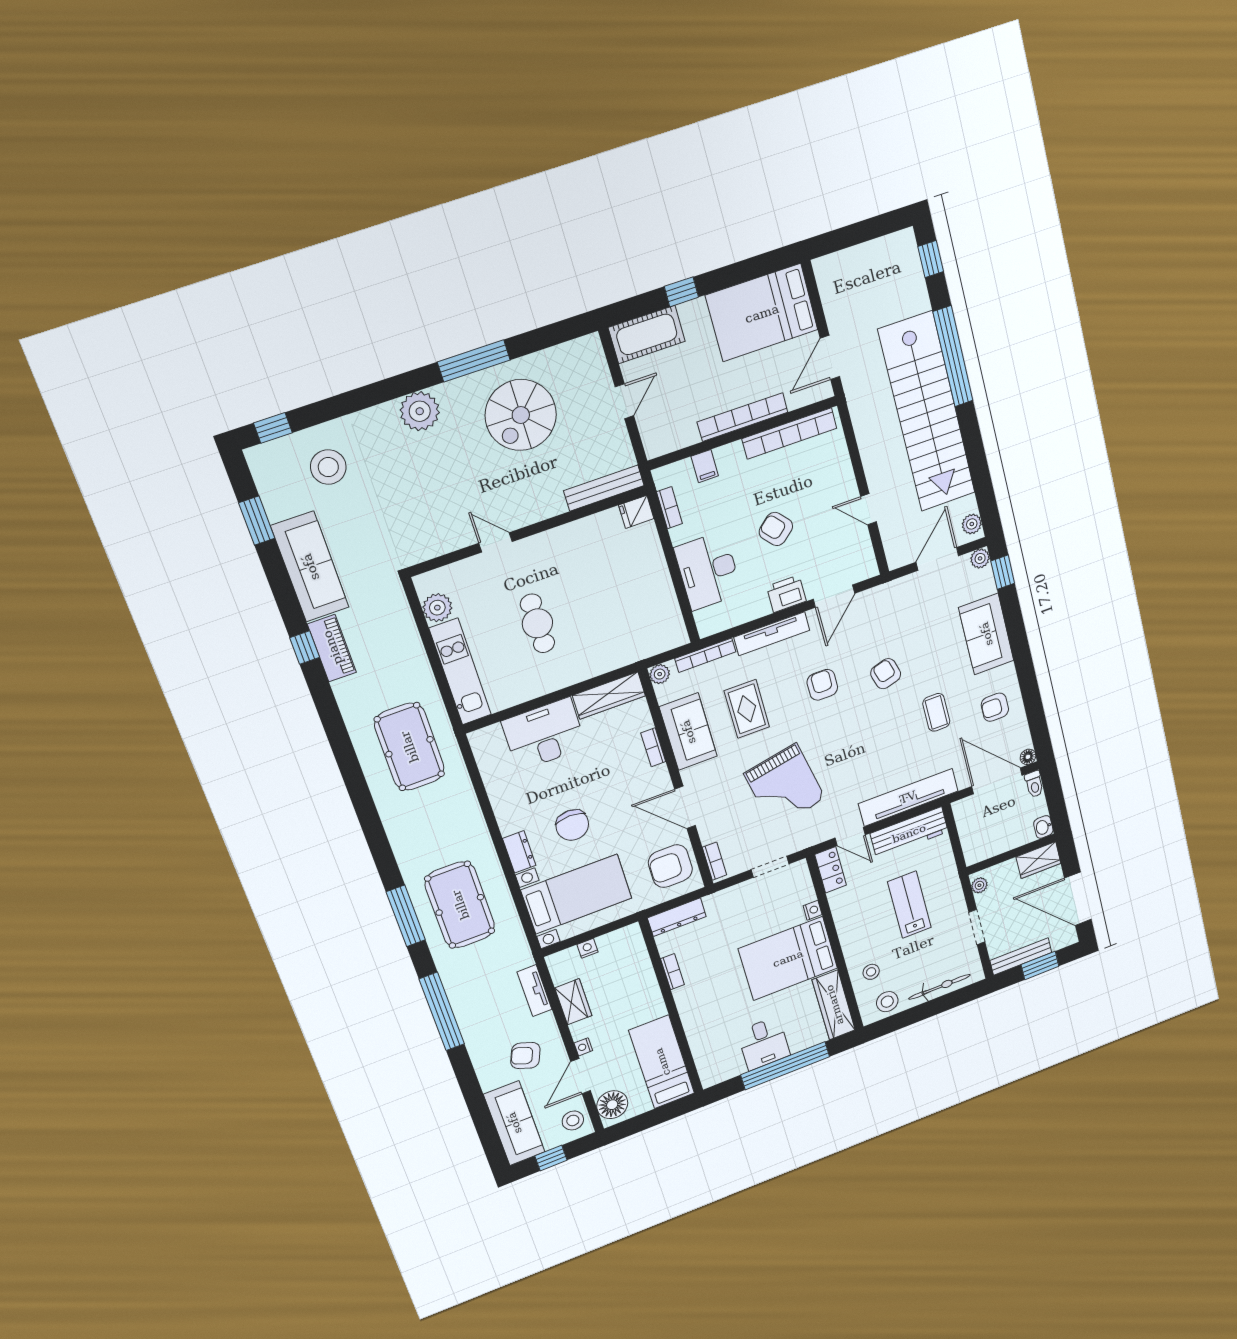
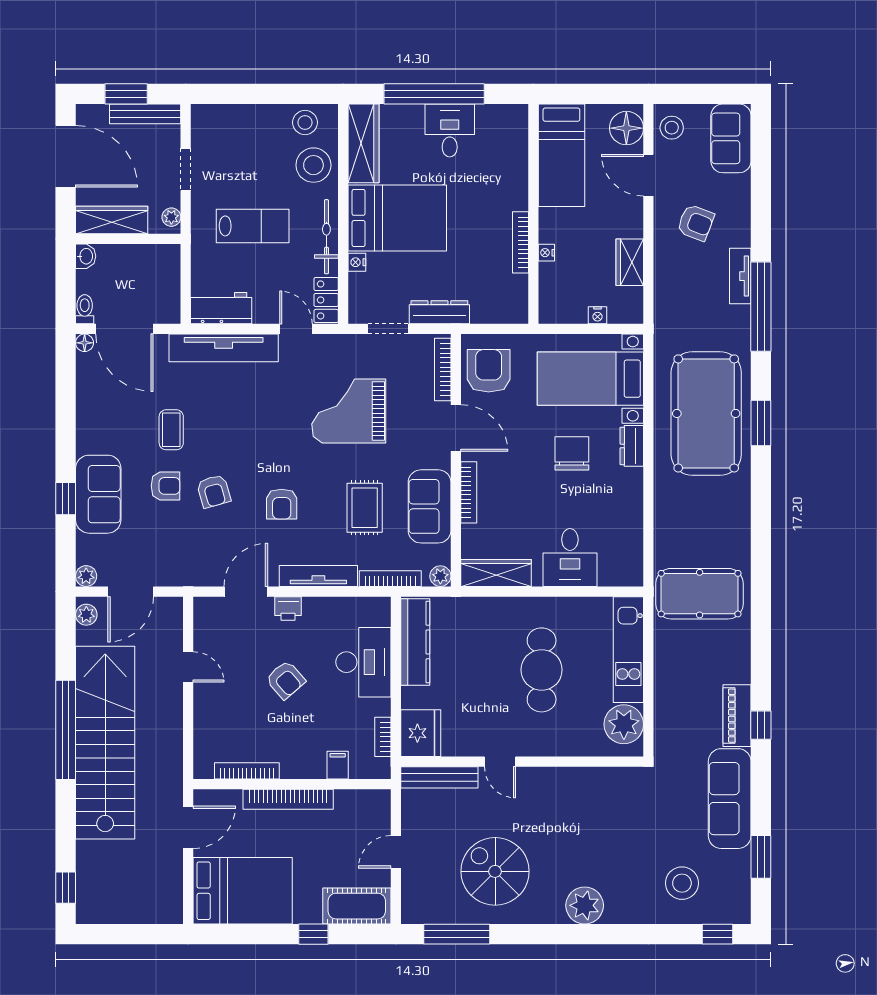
window: (953, 356) -> (66, 730), moved
window: (474, 361) -> (457, 934), moved
spiral stairs: (521, 415) -> (495, 871), turned -90
bookcase: (789, 433) -> (247, 771), width x0.68, depth x0.76
fridge: (636, 512) -> (421, 733), width x1.88, depth x1.34
door: (496, 542) -> (500, 762), moved
window: (1003, 572) -> (66, 499), moved
printer: (786, 594) -> (288, 608), width x0.73, depth x0.81
kitchen counter: (665, 606) -> (415, 642), added
plant: (437, 608) -> (624, 724), width x1.36, depth x1.36
cafe table: (537, 623) -> (542, 670), width x1.37, depth x1.35
armchair: (995, 707) -> (165, 486), moved
desk: (544, 734) -> (570, 557), width x0.73
pool table: (409, 747) -> (700, 594), turned 90
bookcase: (653, 747) -> (469, 492), width x1.56
grand piano: (785, 786) -> (349, 411), turned -79
workbench: (909, 833) -> (221, 308), width x0.73
wardrobe: (1038, 860) -> (112, 220), width x1.50
bookcase: (714, 861) -> (443, 369), width x1.56
armchair: (670, 866) -> (489, 371), turned -90
pool table: (460, 905) -> (706, 413), width x1.36, depth x1.32
lab bench: (909, 905) -> (253, 226), turned -90
window: (406, 916) -> (761, 423), width x0.69
dresser: (677, 917) -> (439, 312), moved
bookcase: (672, 972) -> (520, 242), width x1.56
stool: (871, 972) -> (313, 165), width x1.89, depth x1.89
bicycle: (939, 987) -> (326, 237), moved, turned 90
tv unit: (534, 991) -> (740, 276), moved, turned 180
nightstand: (583, 1047) -> (546, 253), moved, turned 180
door: (581, 1076) -> (648, 175), swing flipped
sofa: (514, 1123) -> (731, 138), width x0.73
window: (551, 1158) -> (707, 94), removed

